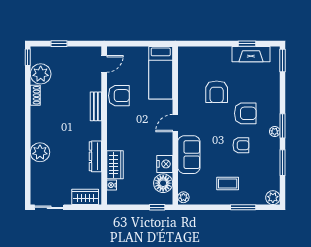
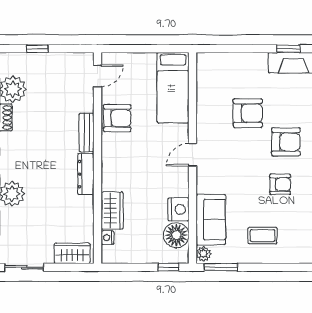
armchair: (217, 92) -> (248, 113), turned -90
sofa: (189, 155) -> (211, 220), moved
dresser: (95, 156) -> (86, 174), moved
window: (243, 207) -> (221, 267), moved

